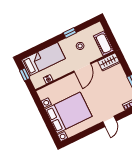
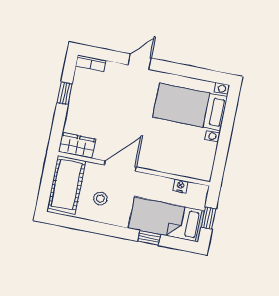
window: (70, 33) -> (149, 238), moved
cot: (104, 43) -> (67, 185), width x1.37, depth x1.34
bed with nightstands: (69, 113) -> (190, 107), width x0.73

